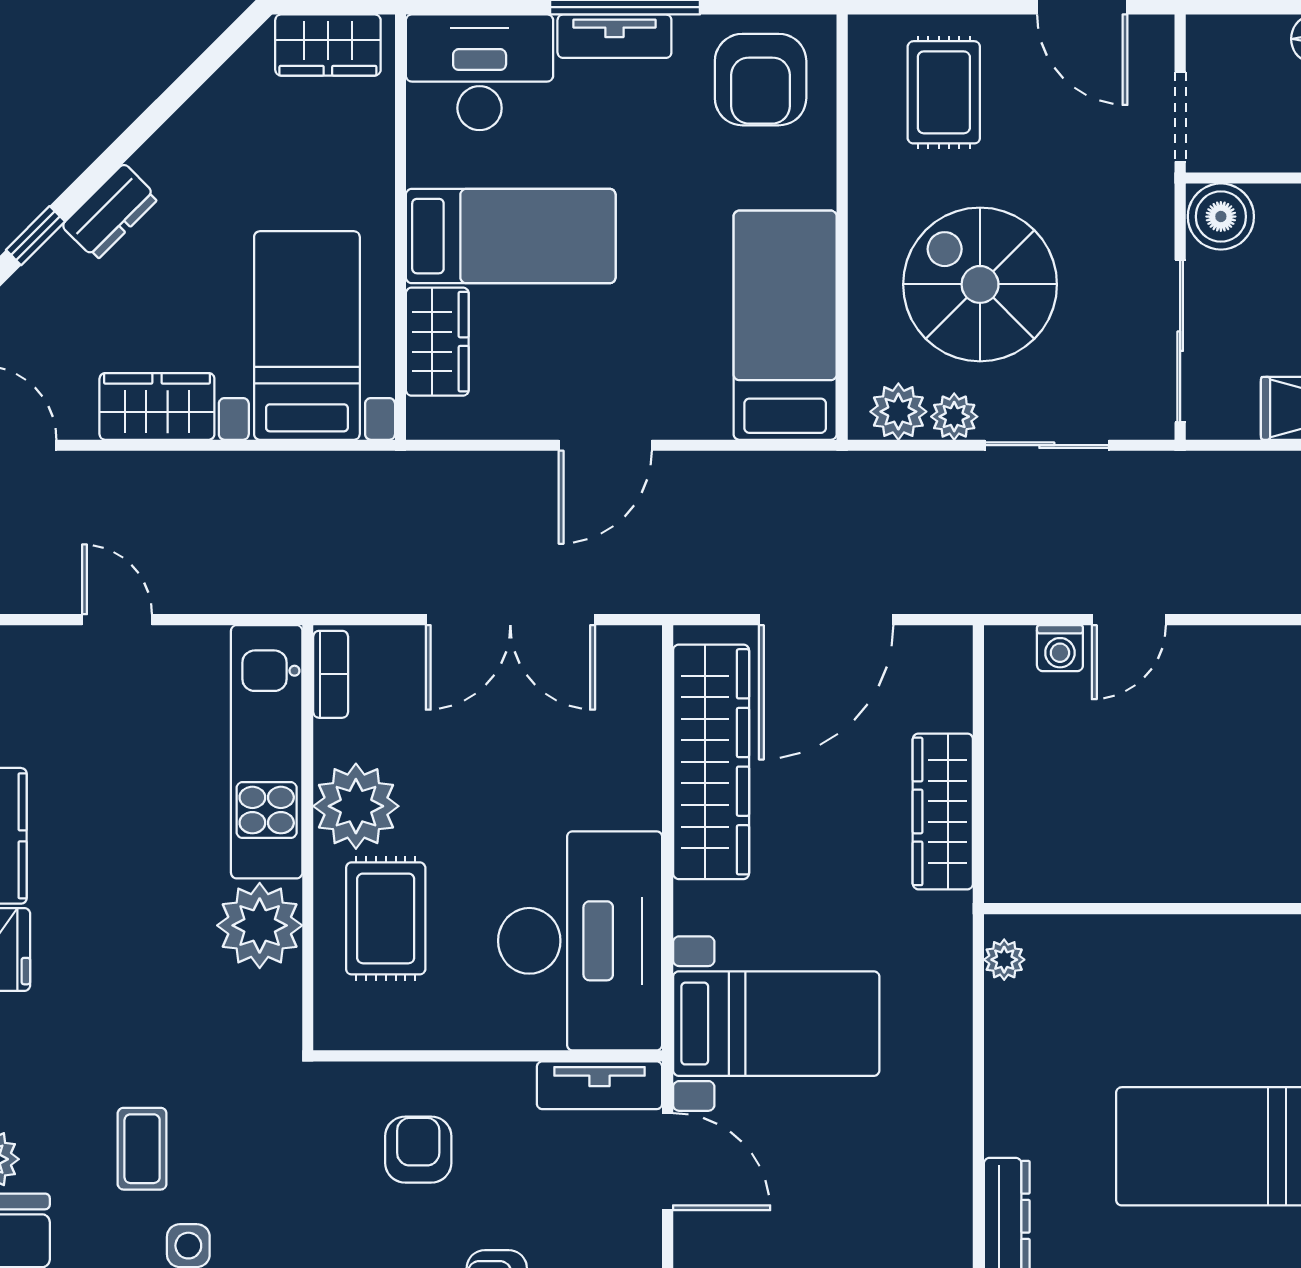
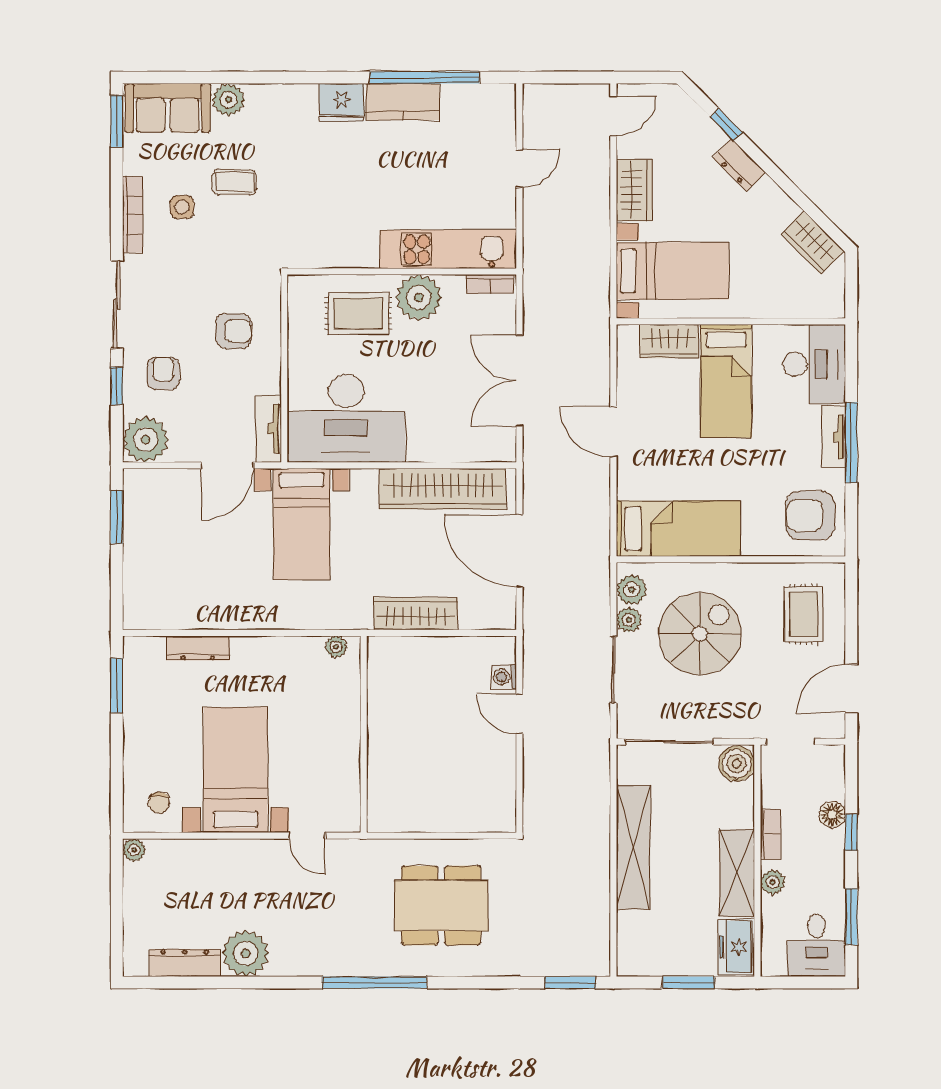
wardrobe: (328, 45) -> (813, 243), moved, turned -45
rug: (944, 92) -> (804, 614), turned 90
plant: (260, 925) -> (355, 245), removed

